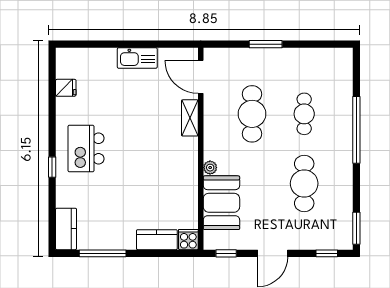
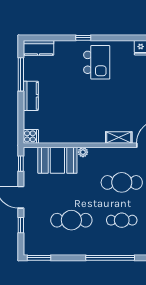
kitchen island: (86, 149) -> (97, 62), turned 90
kitchen counter: (157, 240) -> (31, 96), moved
window: (327, 253) -> (21, 225), moved

